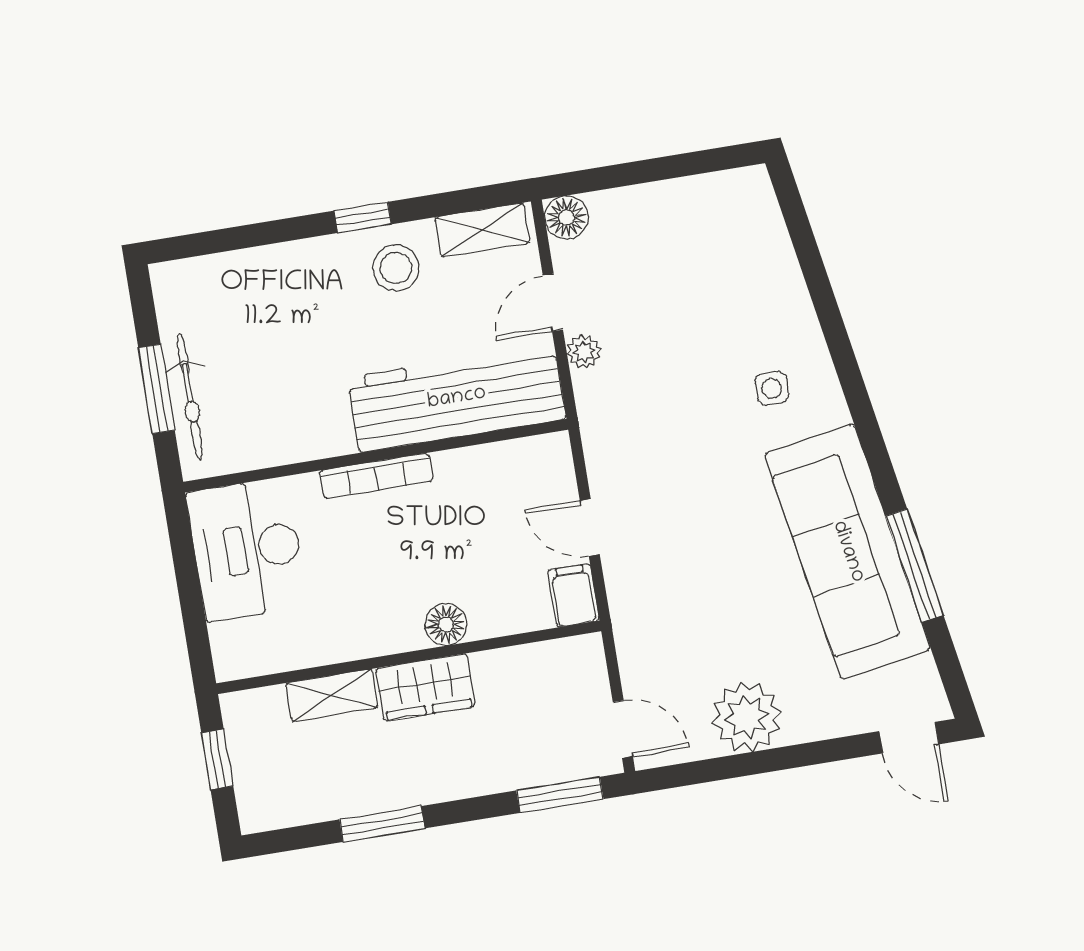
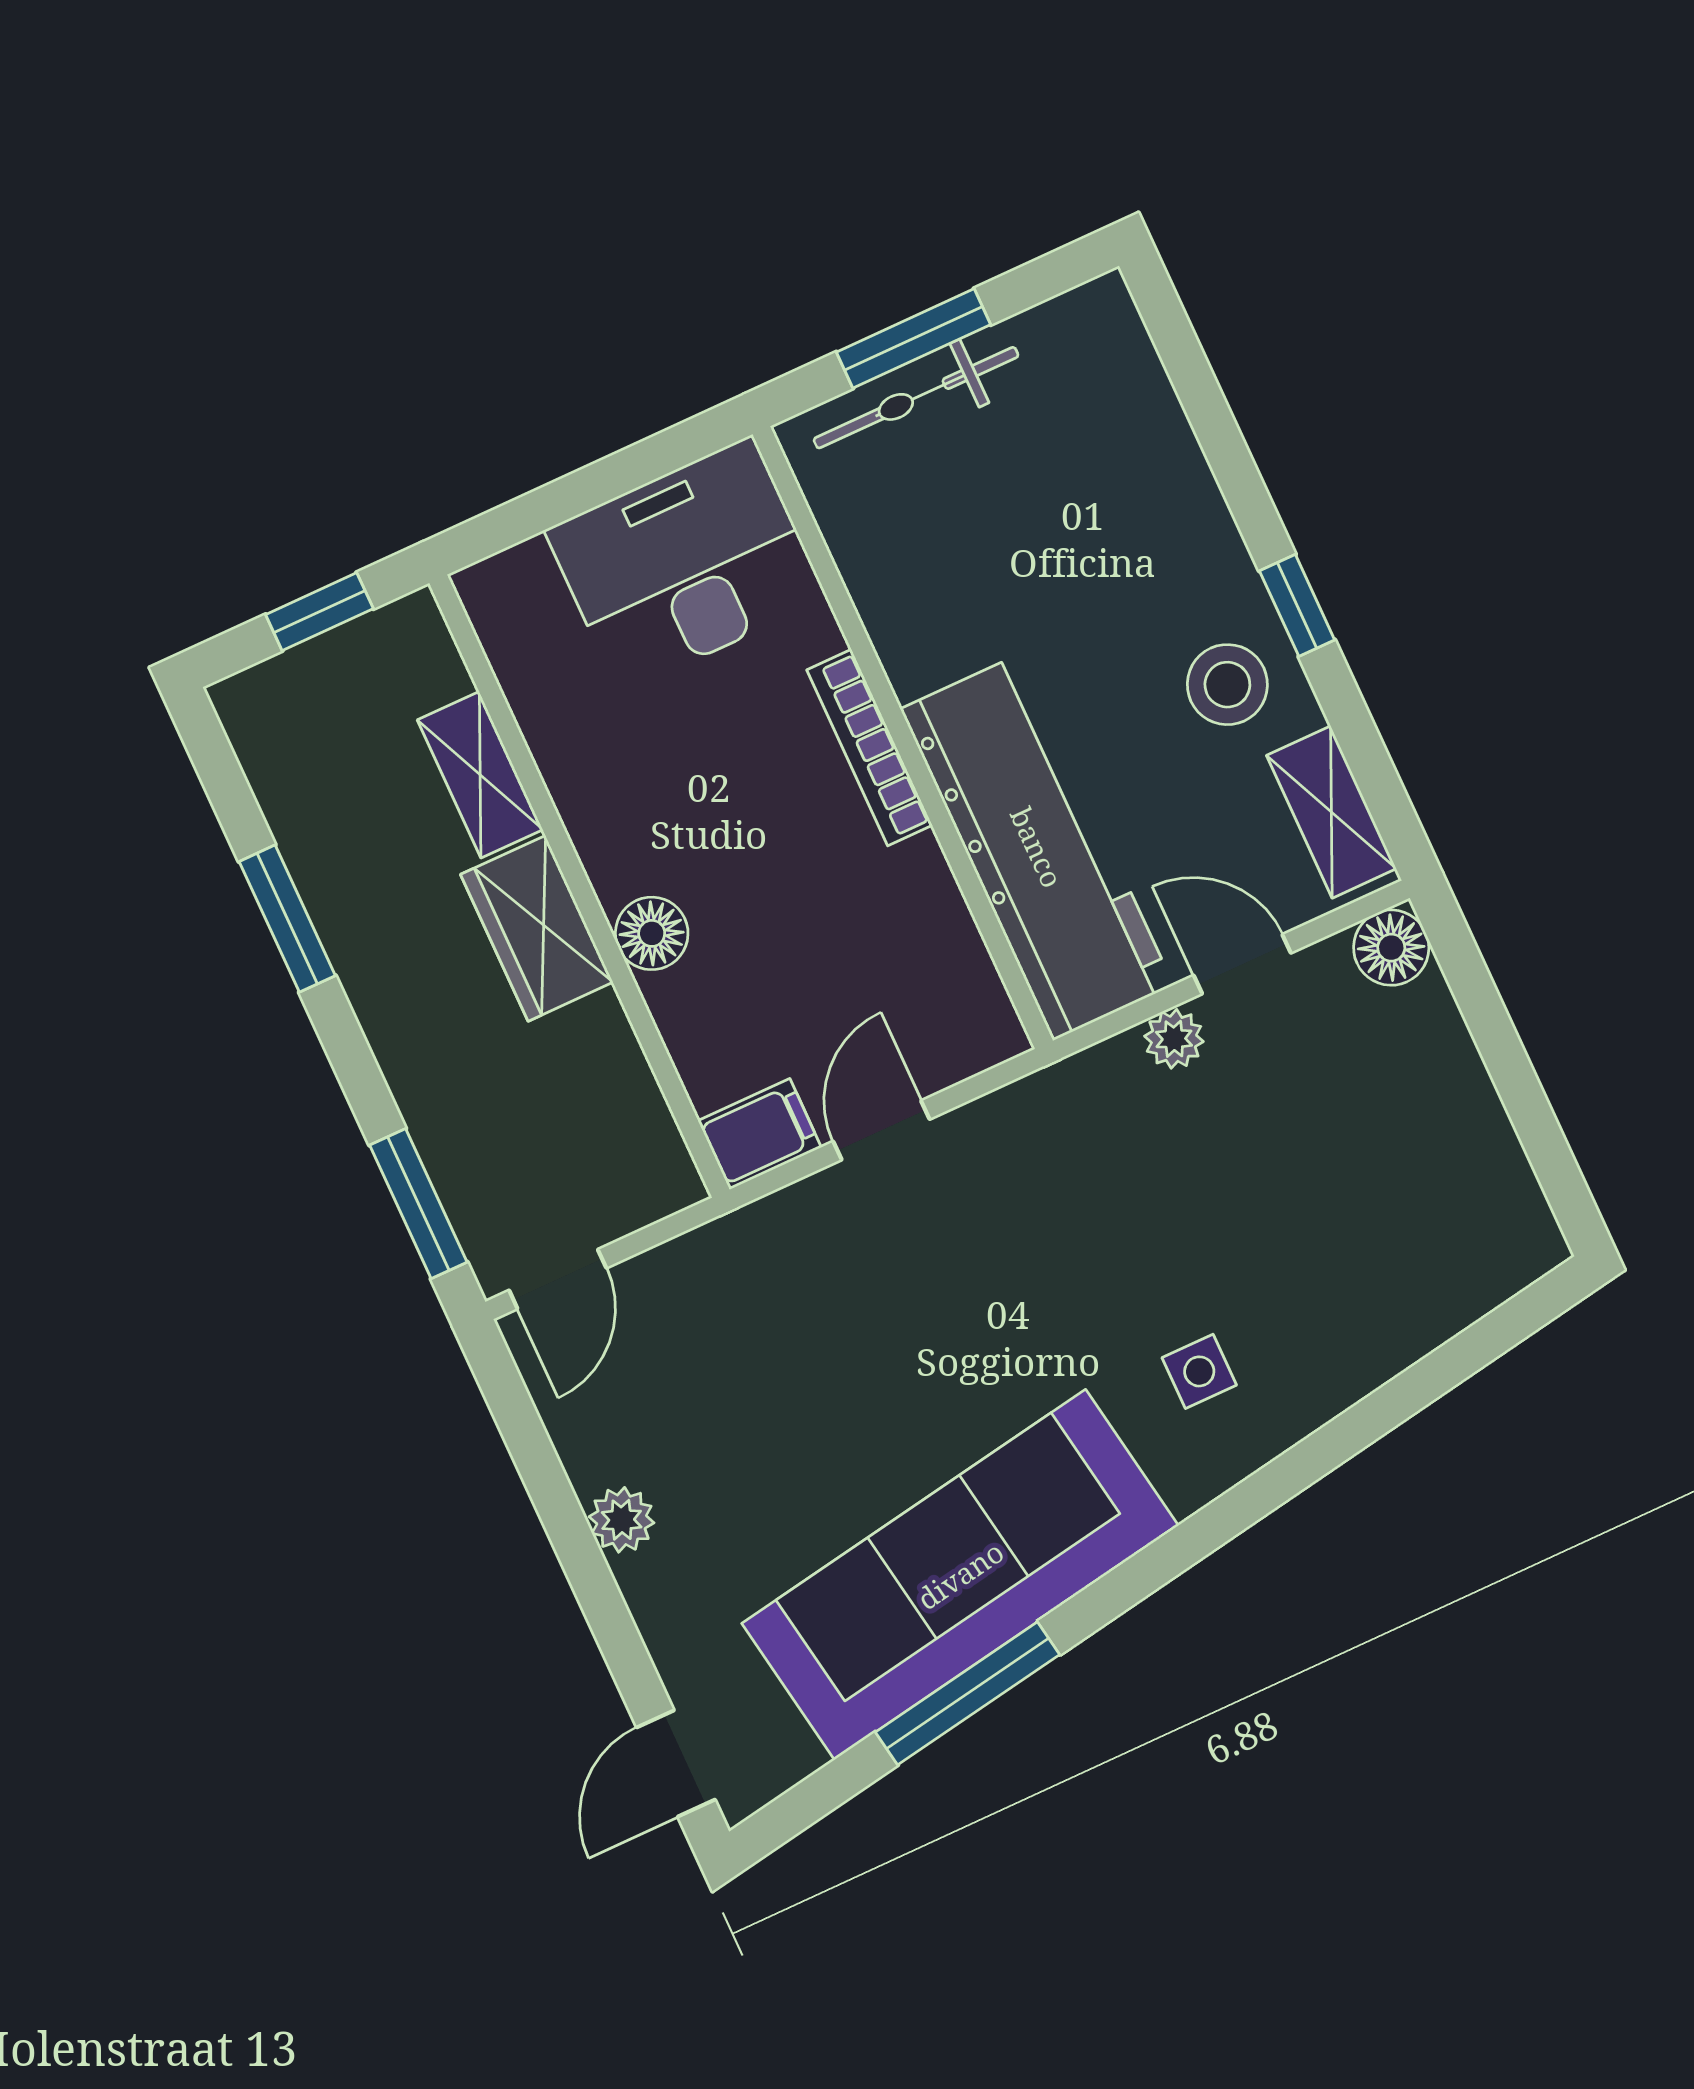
plant: (747, 717) -> (622, 1520), width x0.53, depth x0.53

